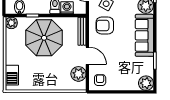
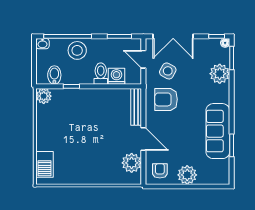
sofa: (144, 35) -> (218, 131), moved
parasol: (44, 38) -> (87, 116), removed
plant: (146, 83) -> (187, 175), moved

